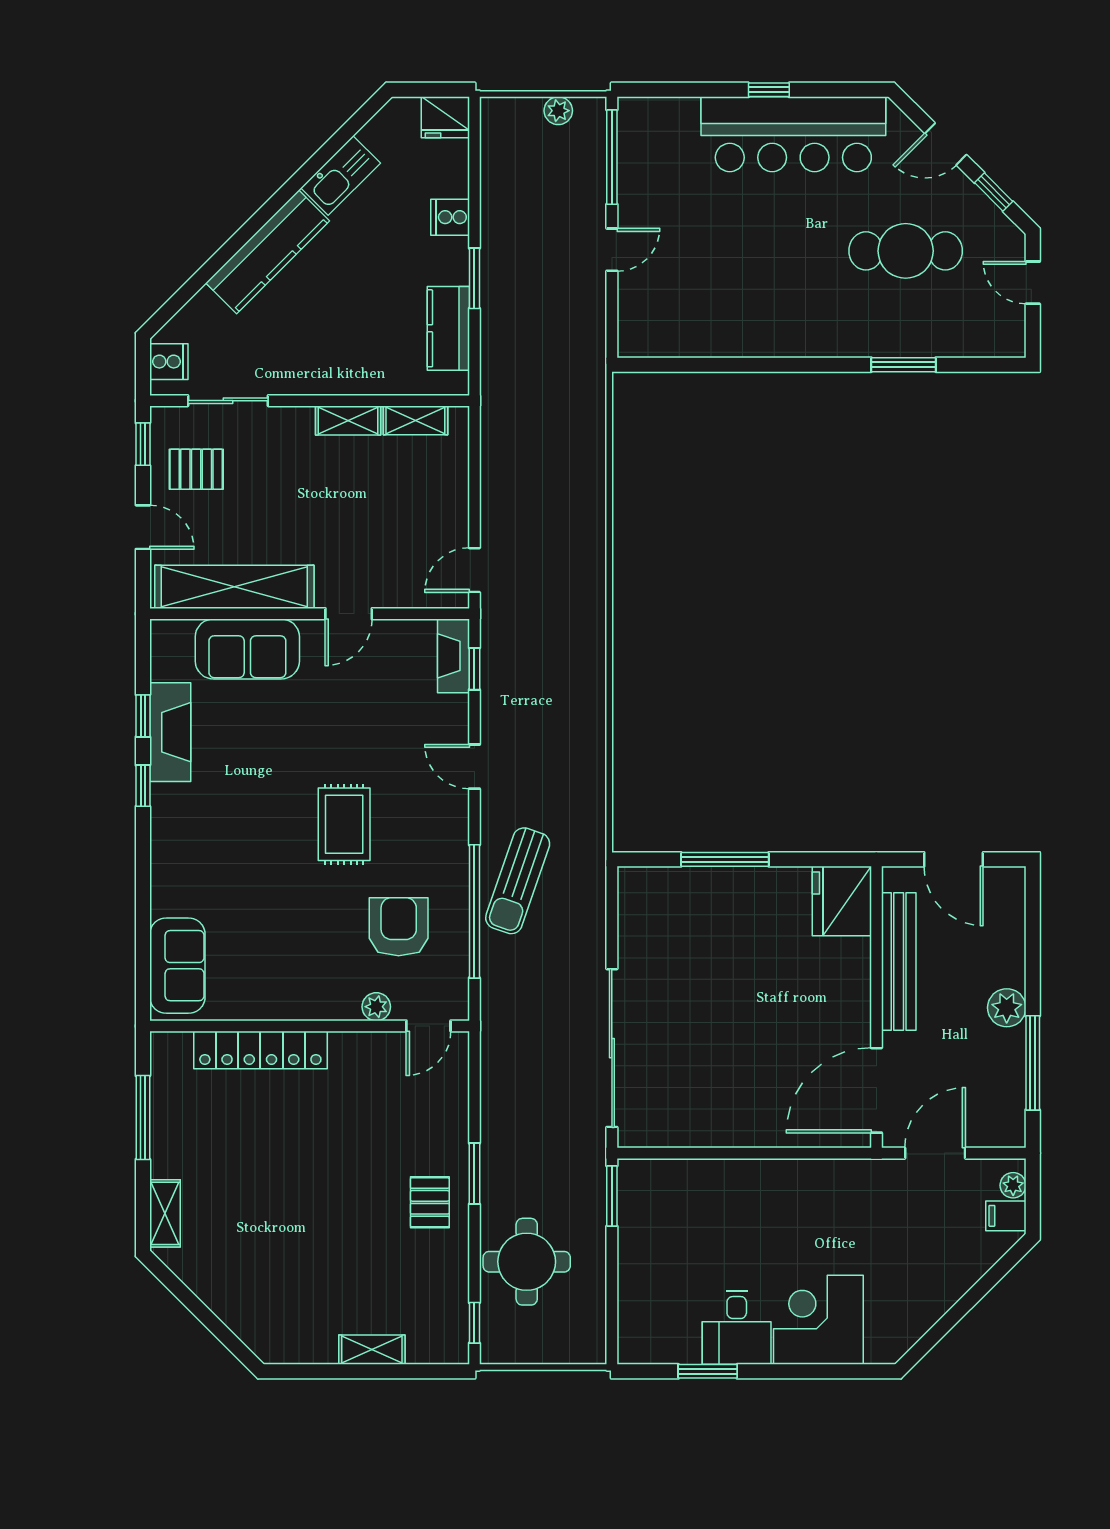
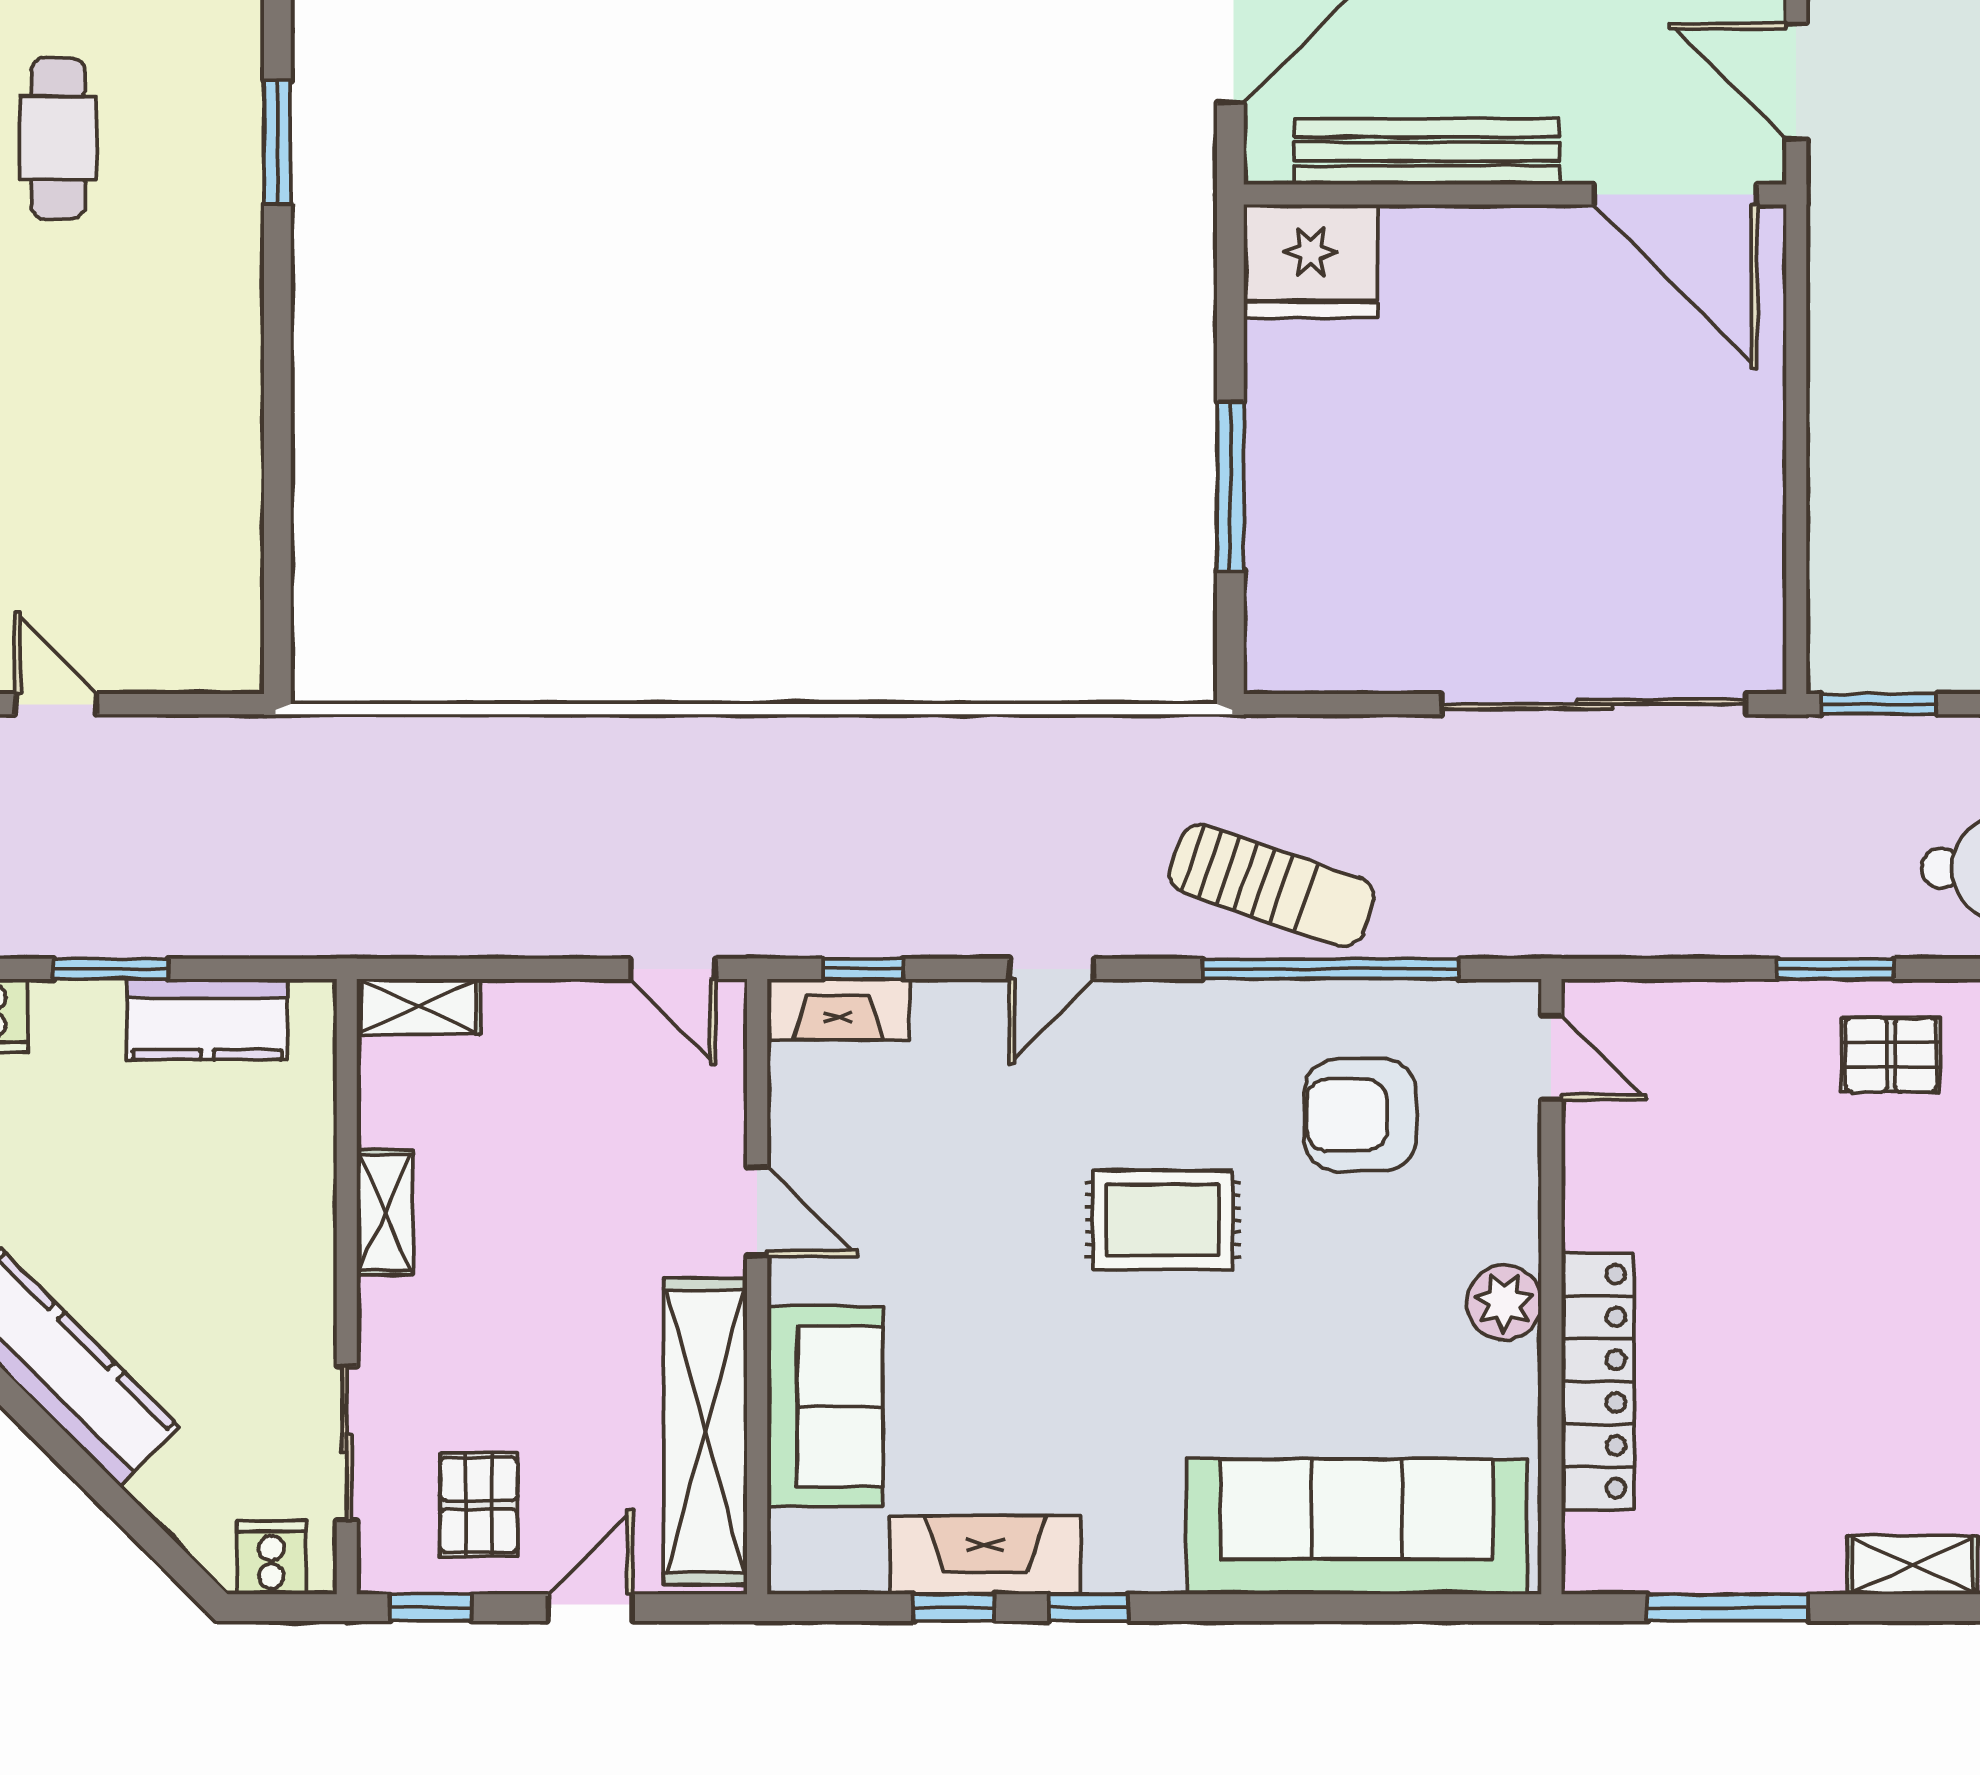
cafe table: (906, 251) -> (58, 138), width x0.73, depth x0.74
shelving: (415, 420) -> (419, 1007), moved, turned 90
sofa: (177, 966) -> (1357, 1527), width x1.85, depth x1.27
plant: (376, 1007) -> (1504, 1303), moved, width x1.38, depth x1.38

